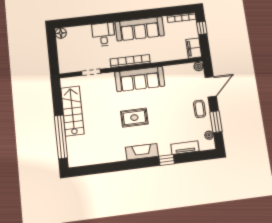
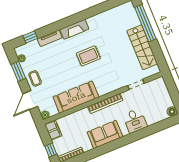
sofa: (140, 29) -> (105, 134), width x0.73
sofa: (140, 79) -> (76, 97), moved
tv unit: (185, 148) -> (50, 38), moved
window: (167, 160) -> (30, 37), moved

